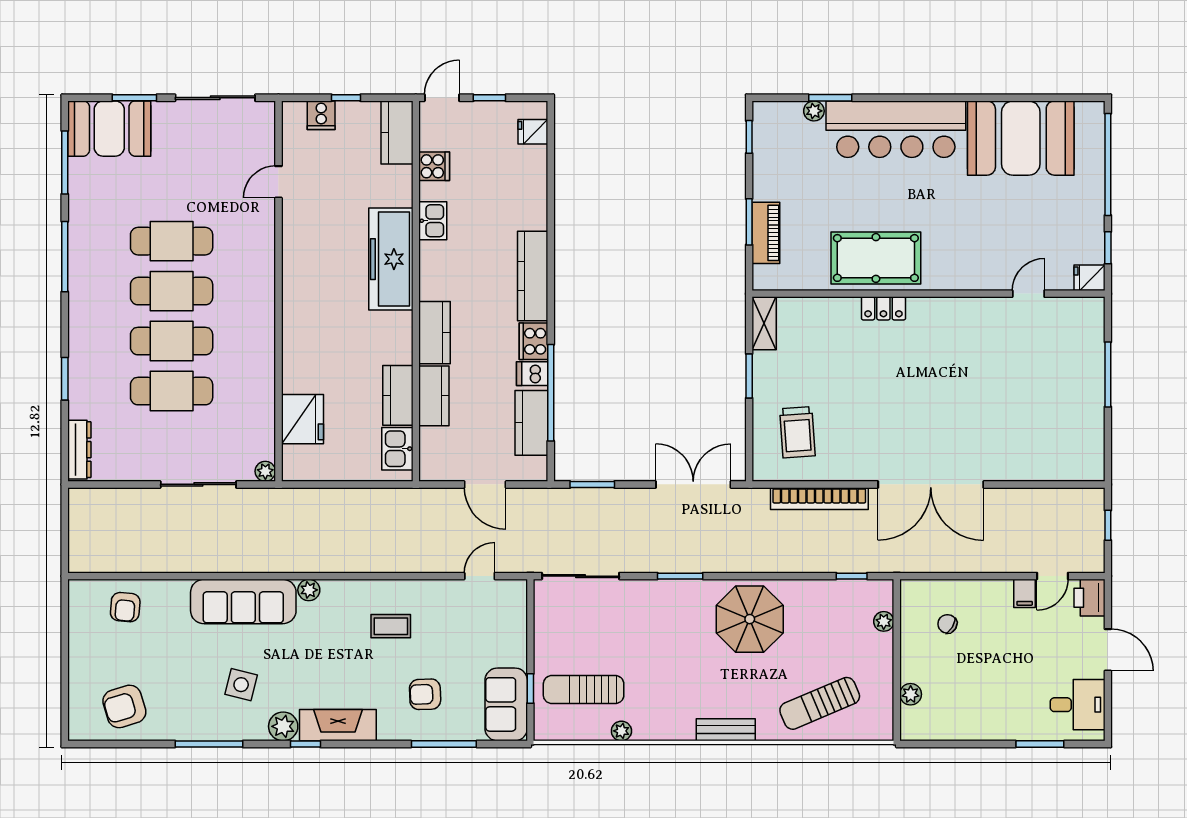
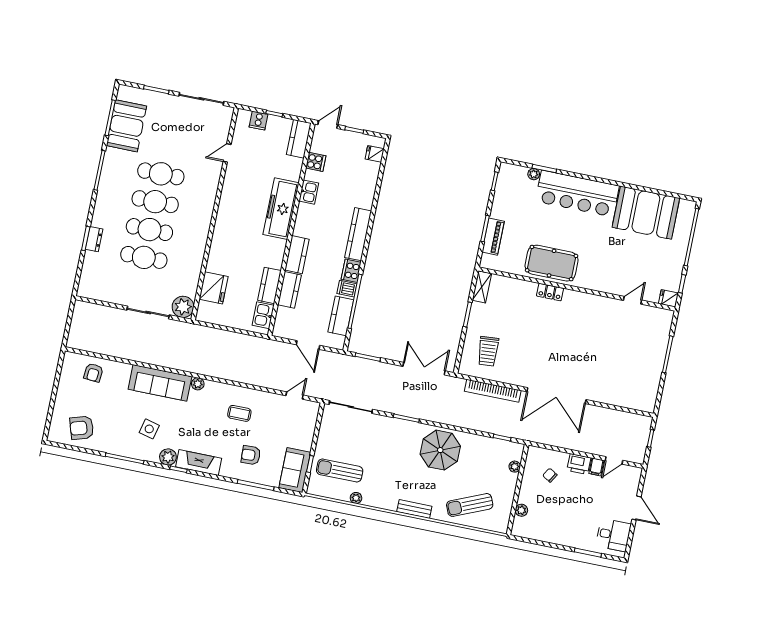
booth: (109, 129) -> (126, 126), moved, turned 90
dresser: (79, 450) -> (94, 239), moved, width x0.70
plant: (265, 471) -> (183, 307), width x1.87, depth x1.87
printer: (1090, 598) -> (579, 464), moved, turned -90

